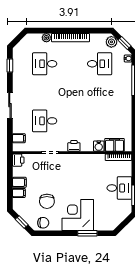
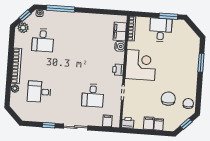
desk: (45, 64) -> (39, 92), turned 90
desk: (100, 64) -> (43, 40), turned 180
window: (10, 66) -> (49, 125), moved
chair: (47, 201) -> (168, 99), turned -90
corner desk: (78, 215) -> (141, 65), moved, turned 180

